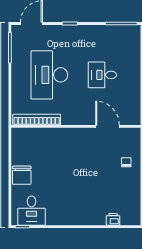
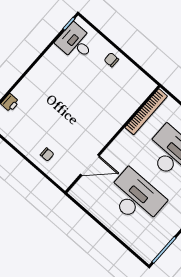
desk: (102, 75) -> (136, 198), width x1.87, depth x1.30
chair: (22, 175) -> (111, 60), width x0.54, depth x0.54

